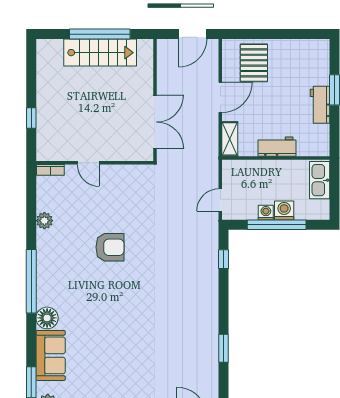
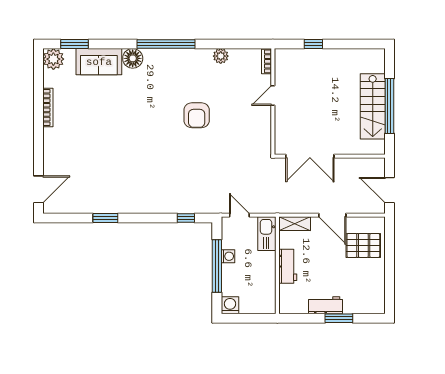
kitchen sink: (320, 180) -> (267, 234), moved, turned -90
washing machine: (284, 210) -> (230, 305), moved, turned -90

